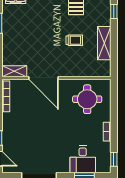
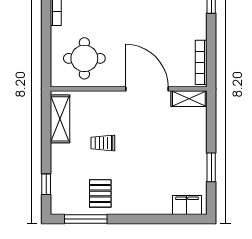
shelving: (104, 43) -> (60, 119), moved

